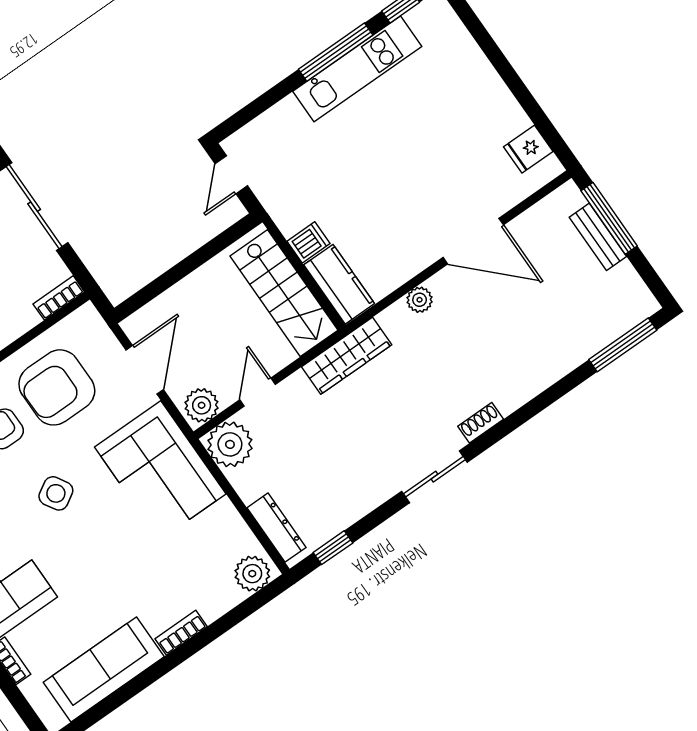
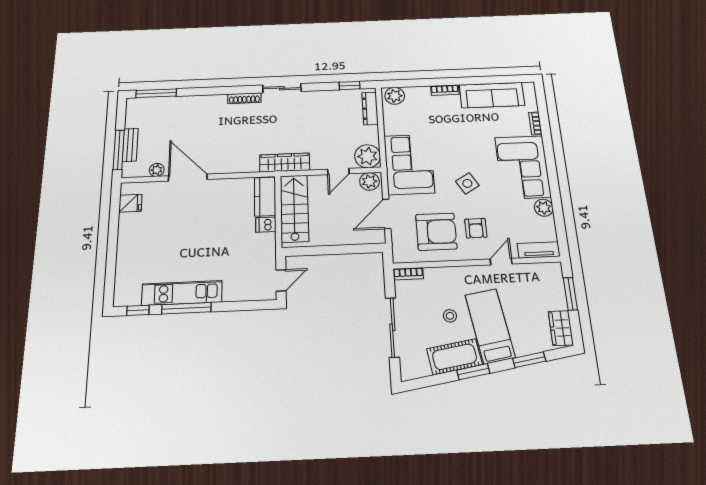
plant: (420, 300) -> (157, 170), moved
shoe rack: (481, 423) -> (244, 98), width x1.43

